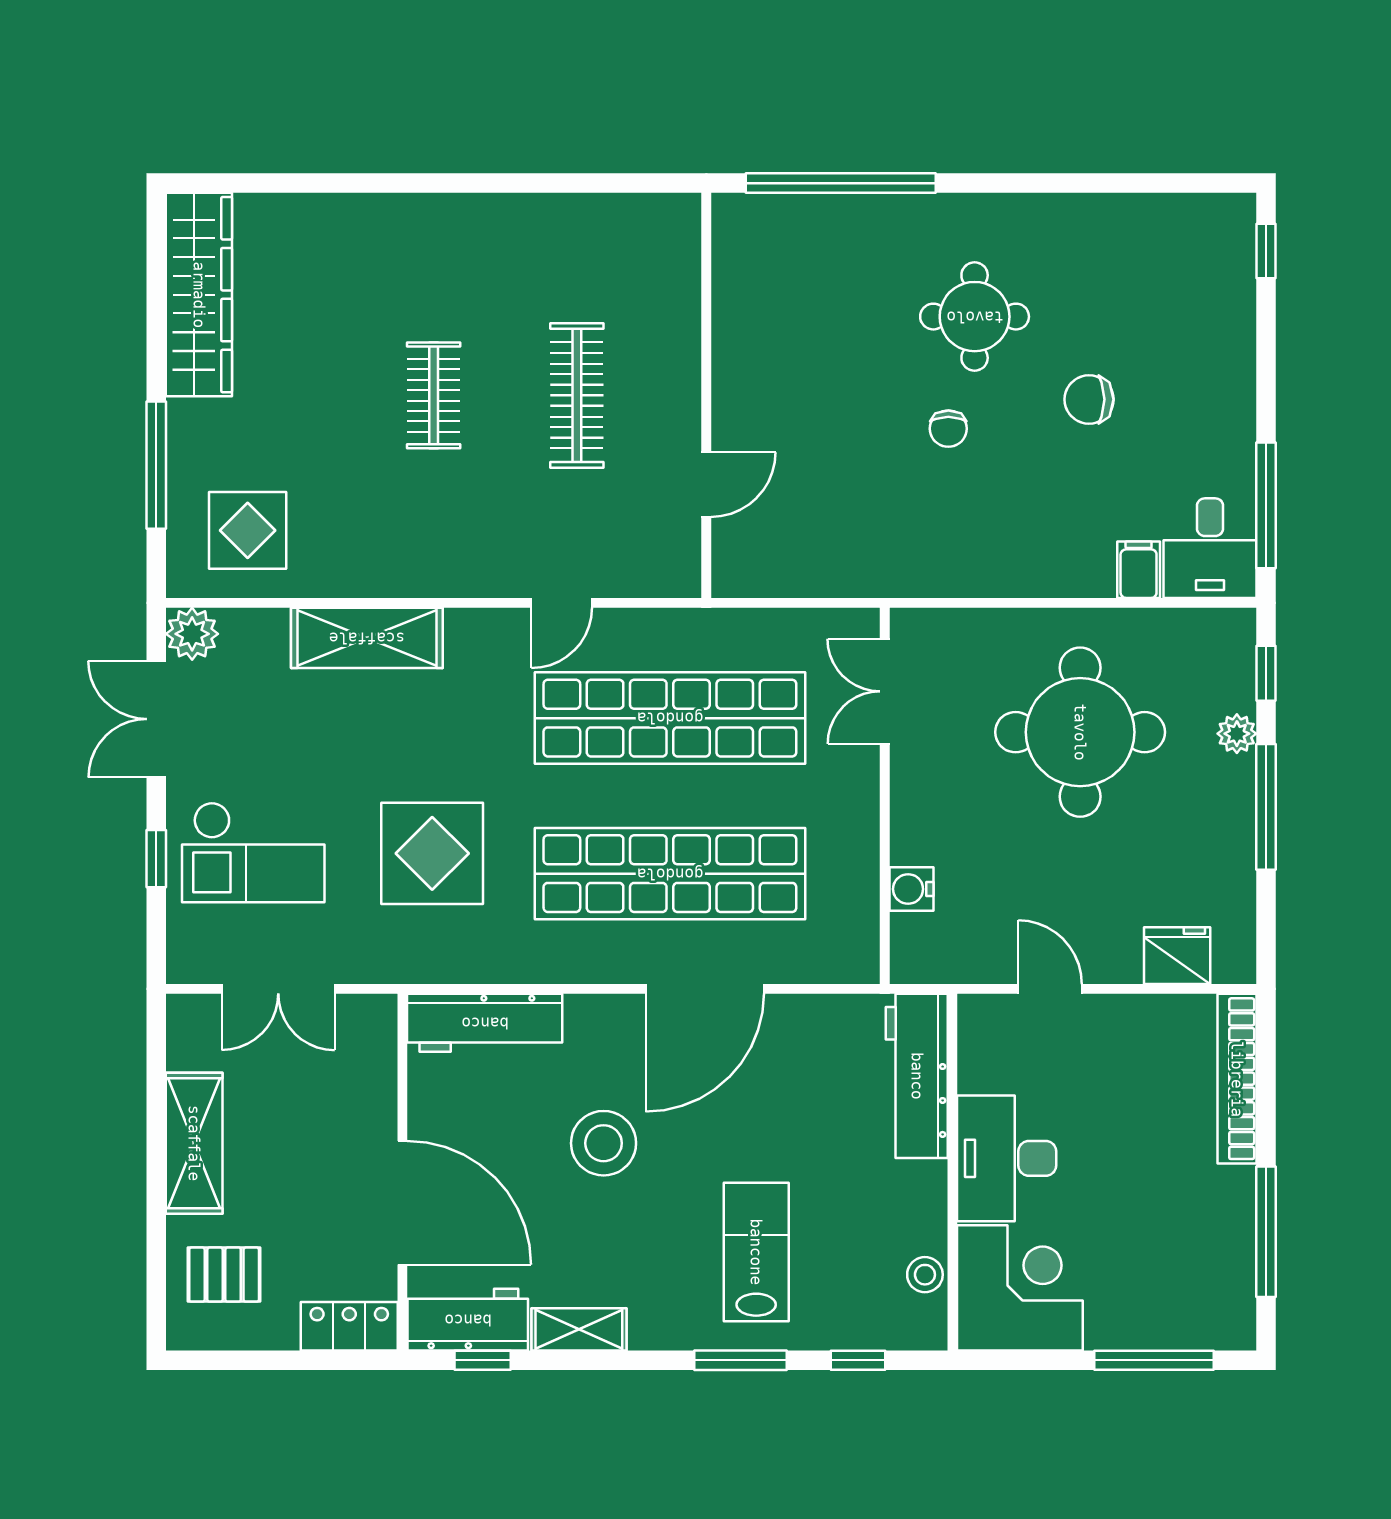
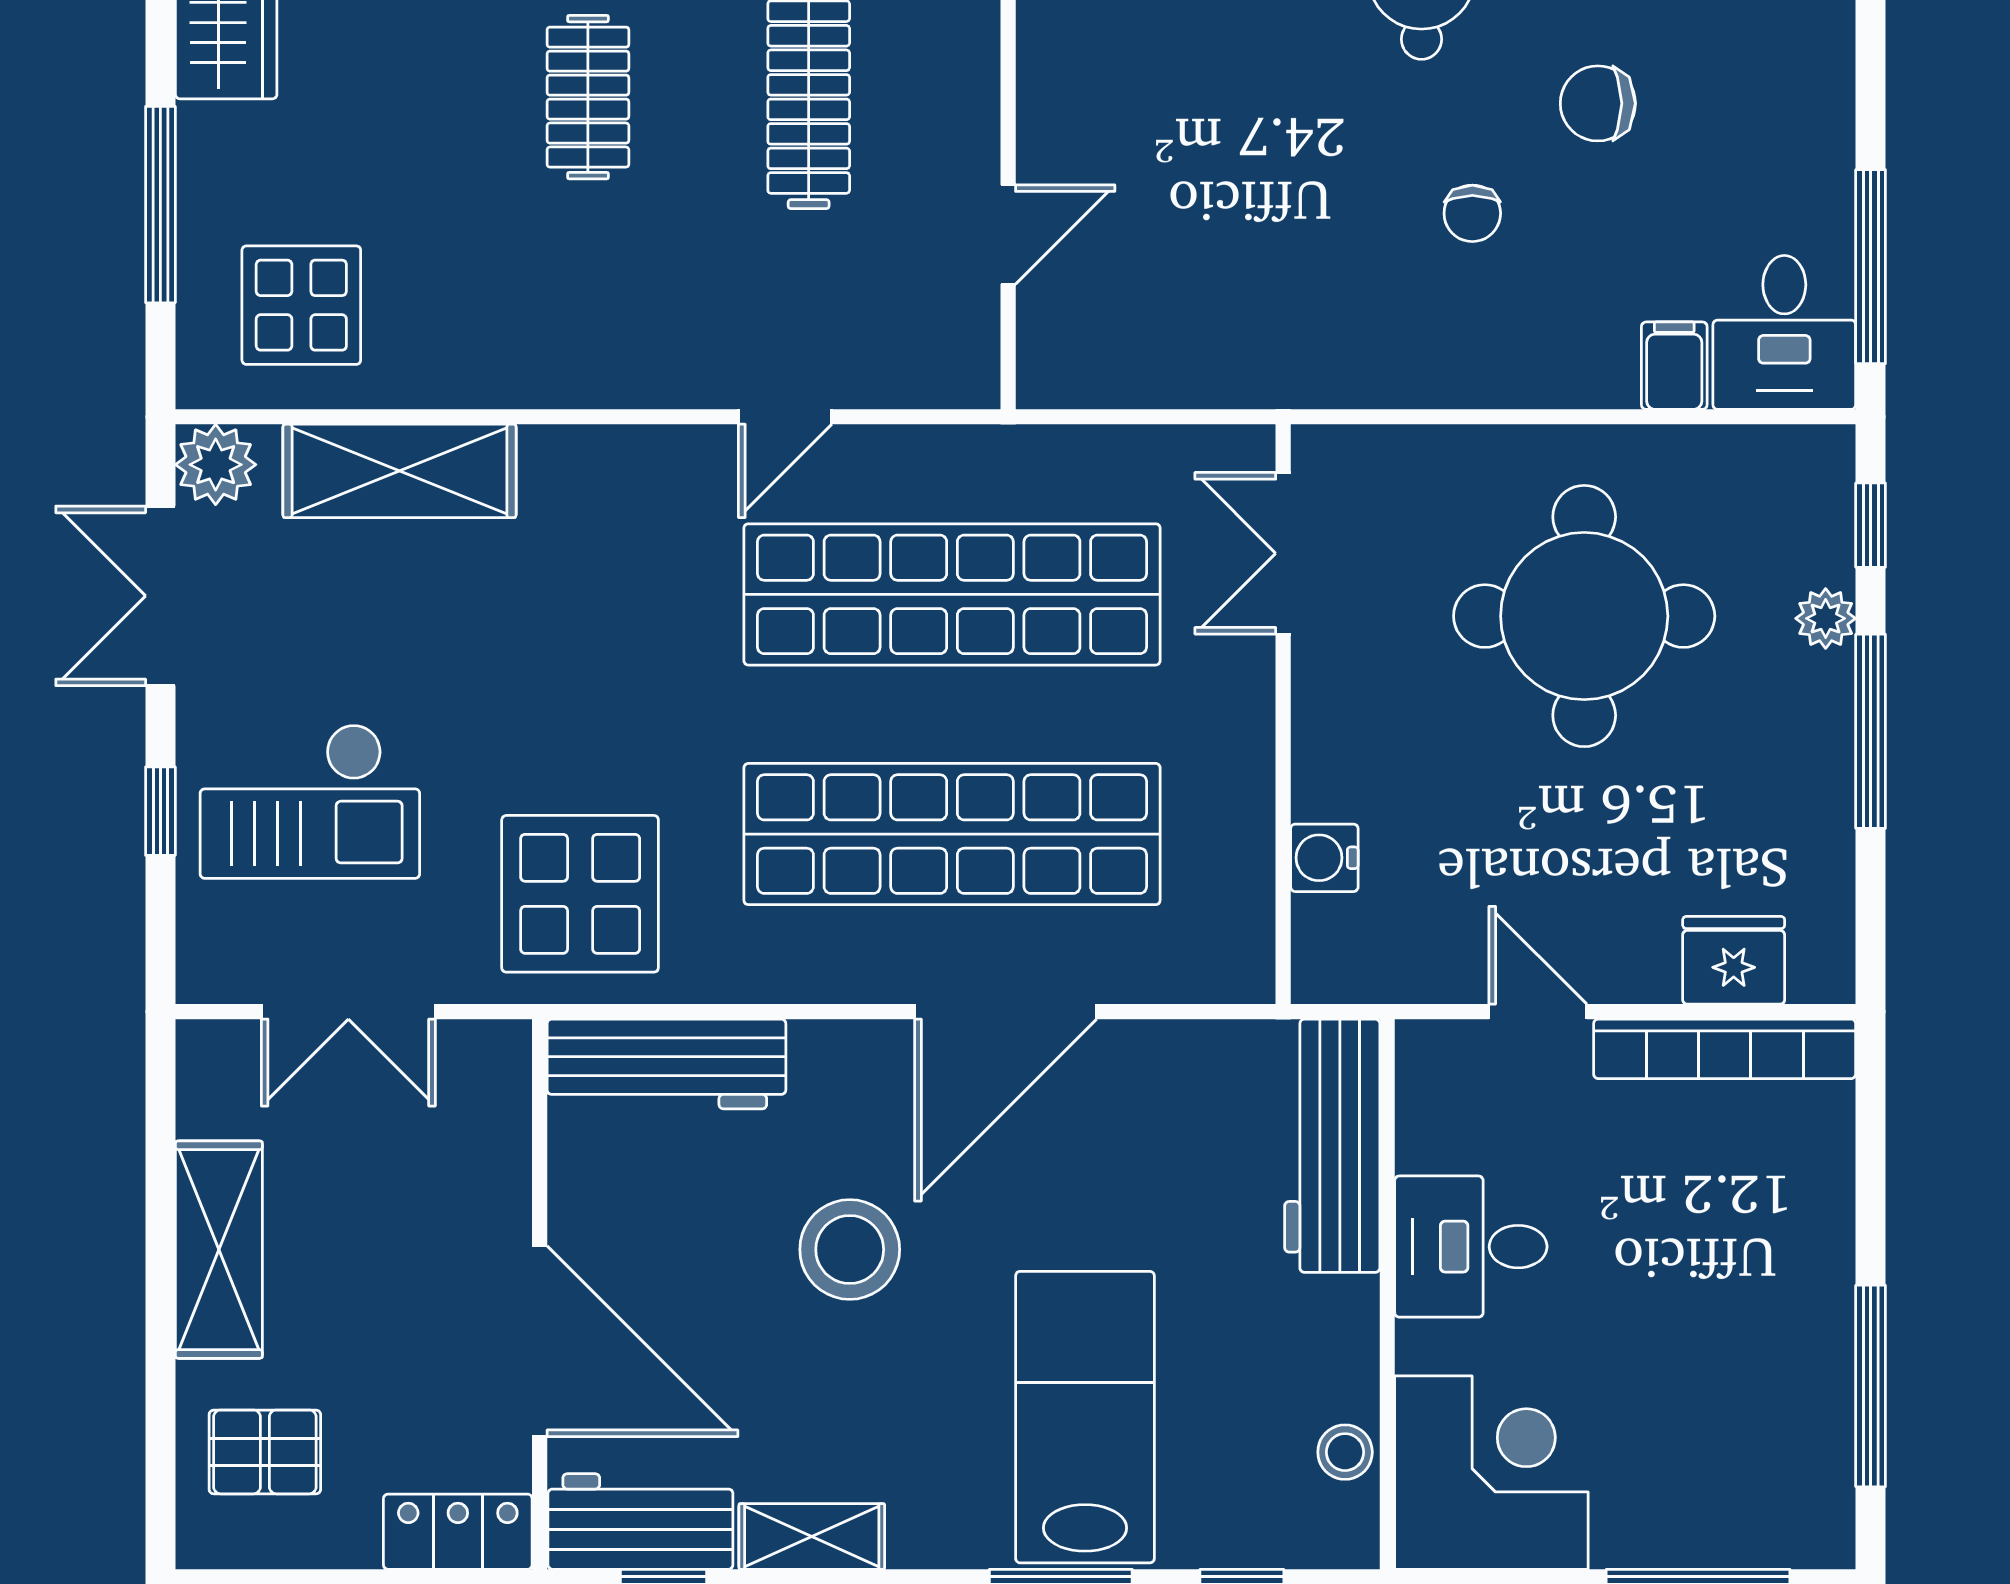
chair: (948, 429) -> (1472, 213), moved
shelving: (367, 638) -> (399, 471), moved
display table: (432, 853) -> (580, 894), moved
bookcase: (1237, 1079) -> (1725, 1049), moved, turned -90
desk: (1007, 1158) -> (1471, 1247), width x0.73
lab bench: (756, 1252) -> (1085, 1417), width x1.36, depth x1.39

